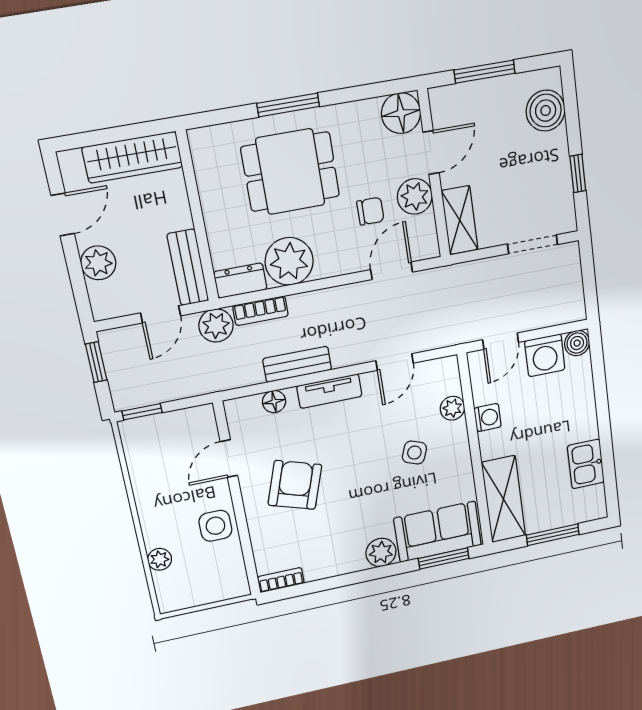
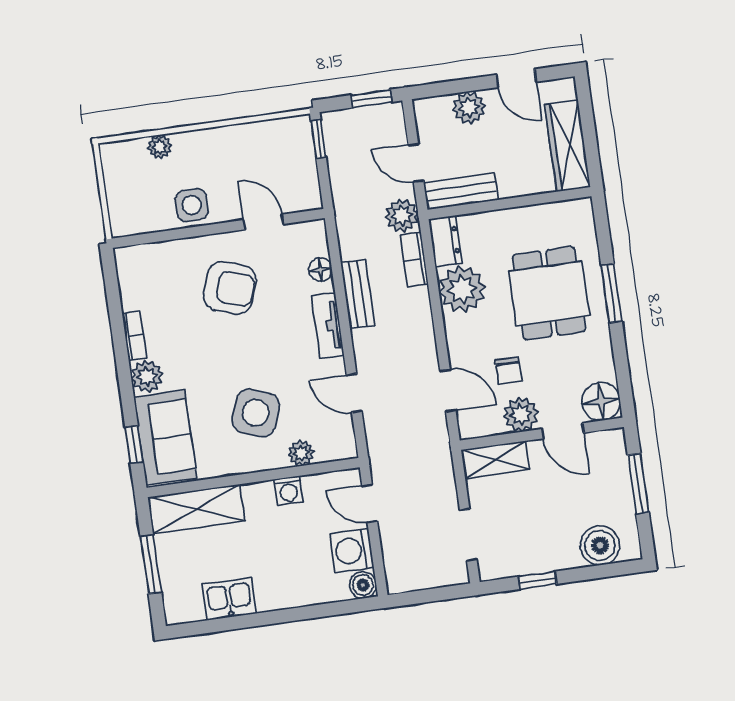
side table: (414, 453) -> (256, 413), width x1.87, depth x1.87
window: (444, 558) -> (134, 444), width x0.67
bookcase: (281, 580) -> (134, 336), moved

